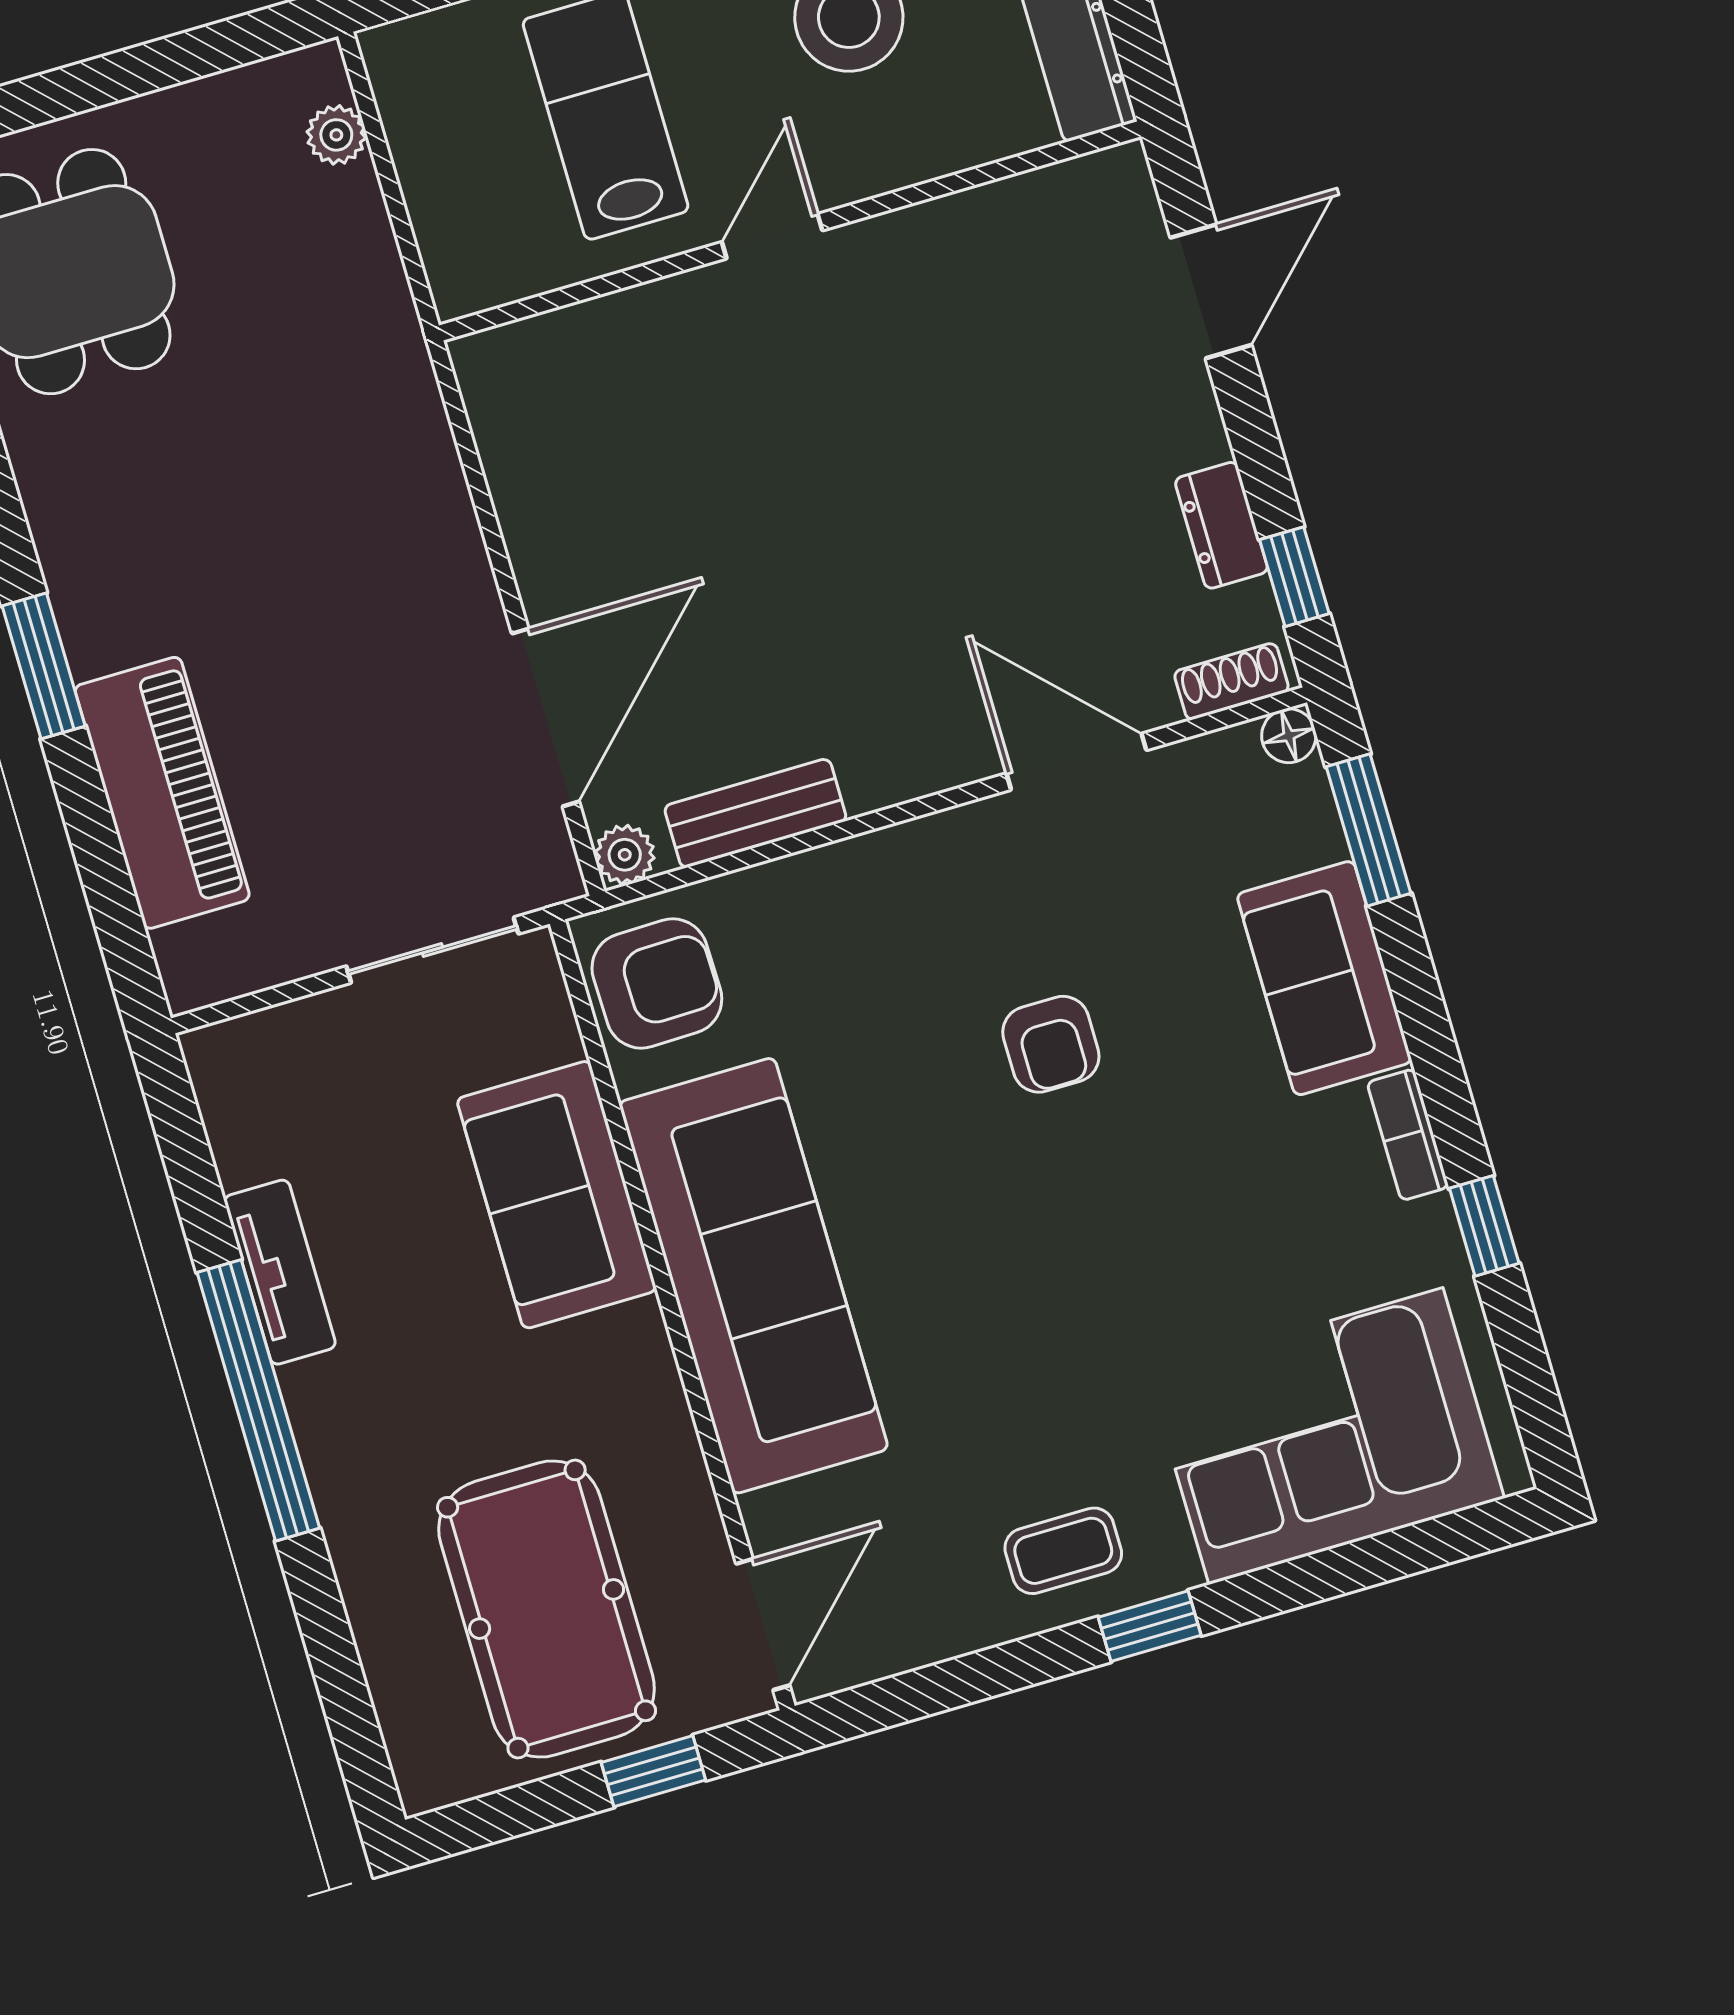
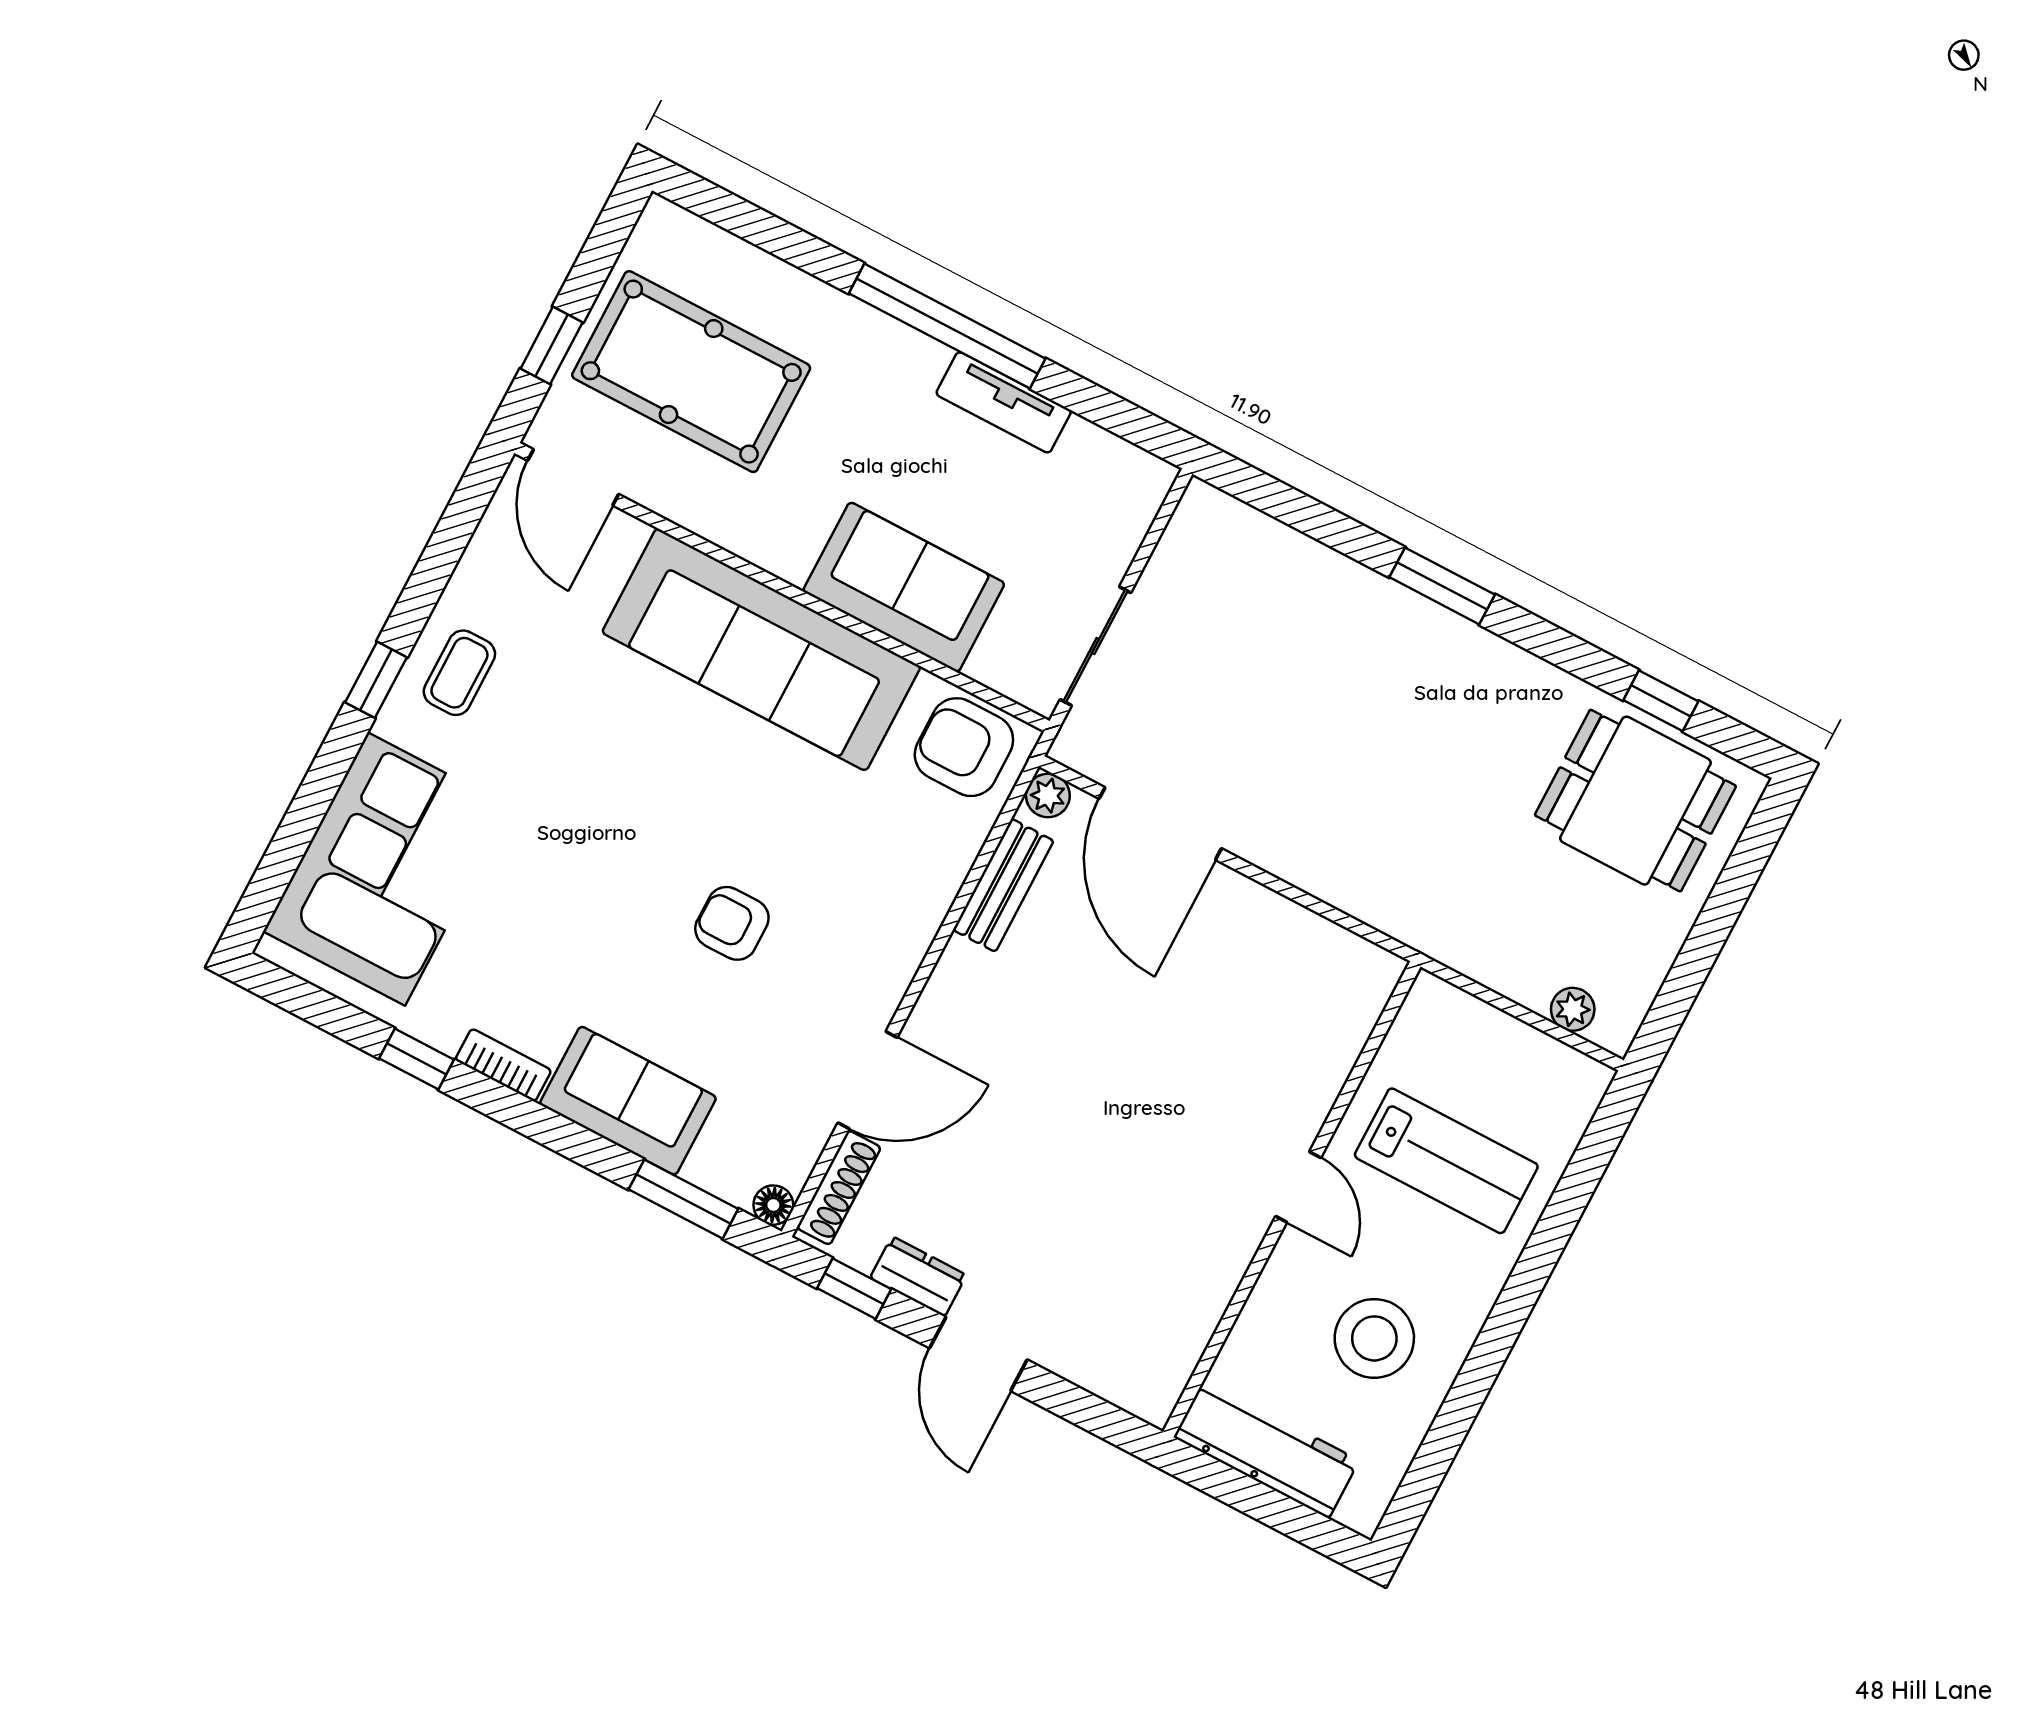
door: (1211, 291) -> (978, 1354), moved
shoe rack: (1231, 681) -> (839, 1188), width x1.43
piano: (162, 793) -> (1315, 584), removed
armchair: (657, 983) -> (964, 747), turned 91

